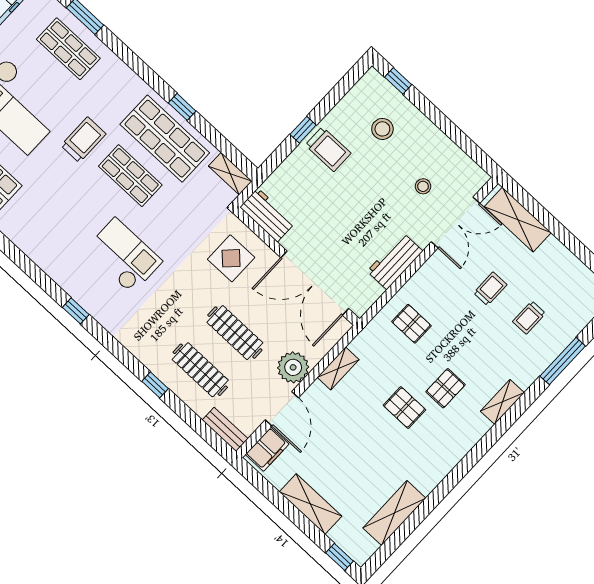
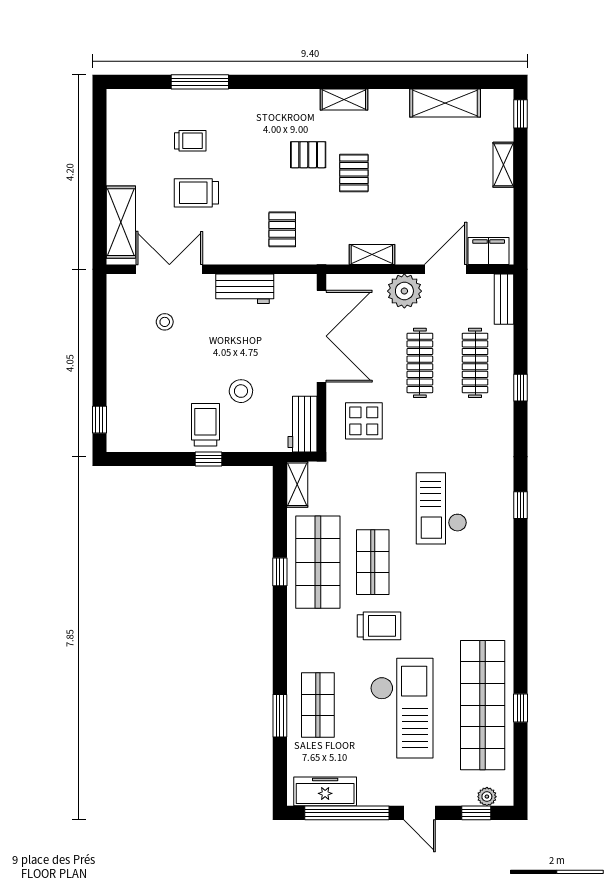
stool: (382, 129) -> (241, 391), moved
trolley: (83, 140) -> (379, 626), turned 180
trolley: (490, 289) -> (196, 193), width x1.36, depth x1.39
shelving: (502, 402) -> (344, 99), moved
shelving: (311, 504) -> (503, 165), width x0.67, depth x0.75

